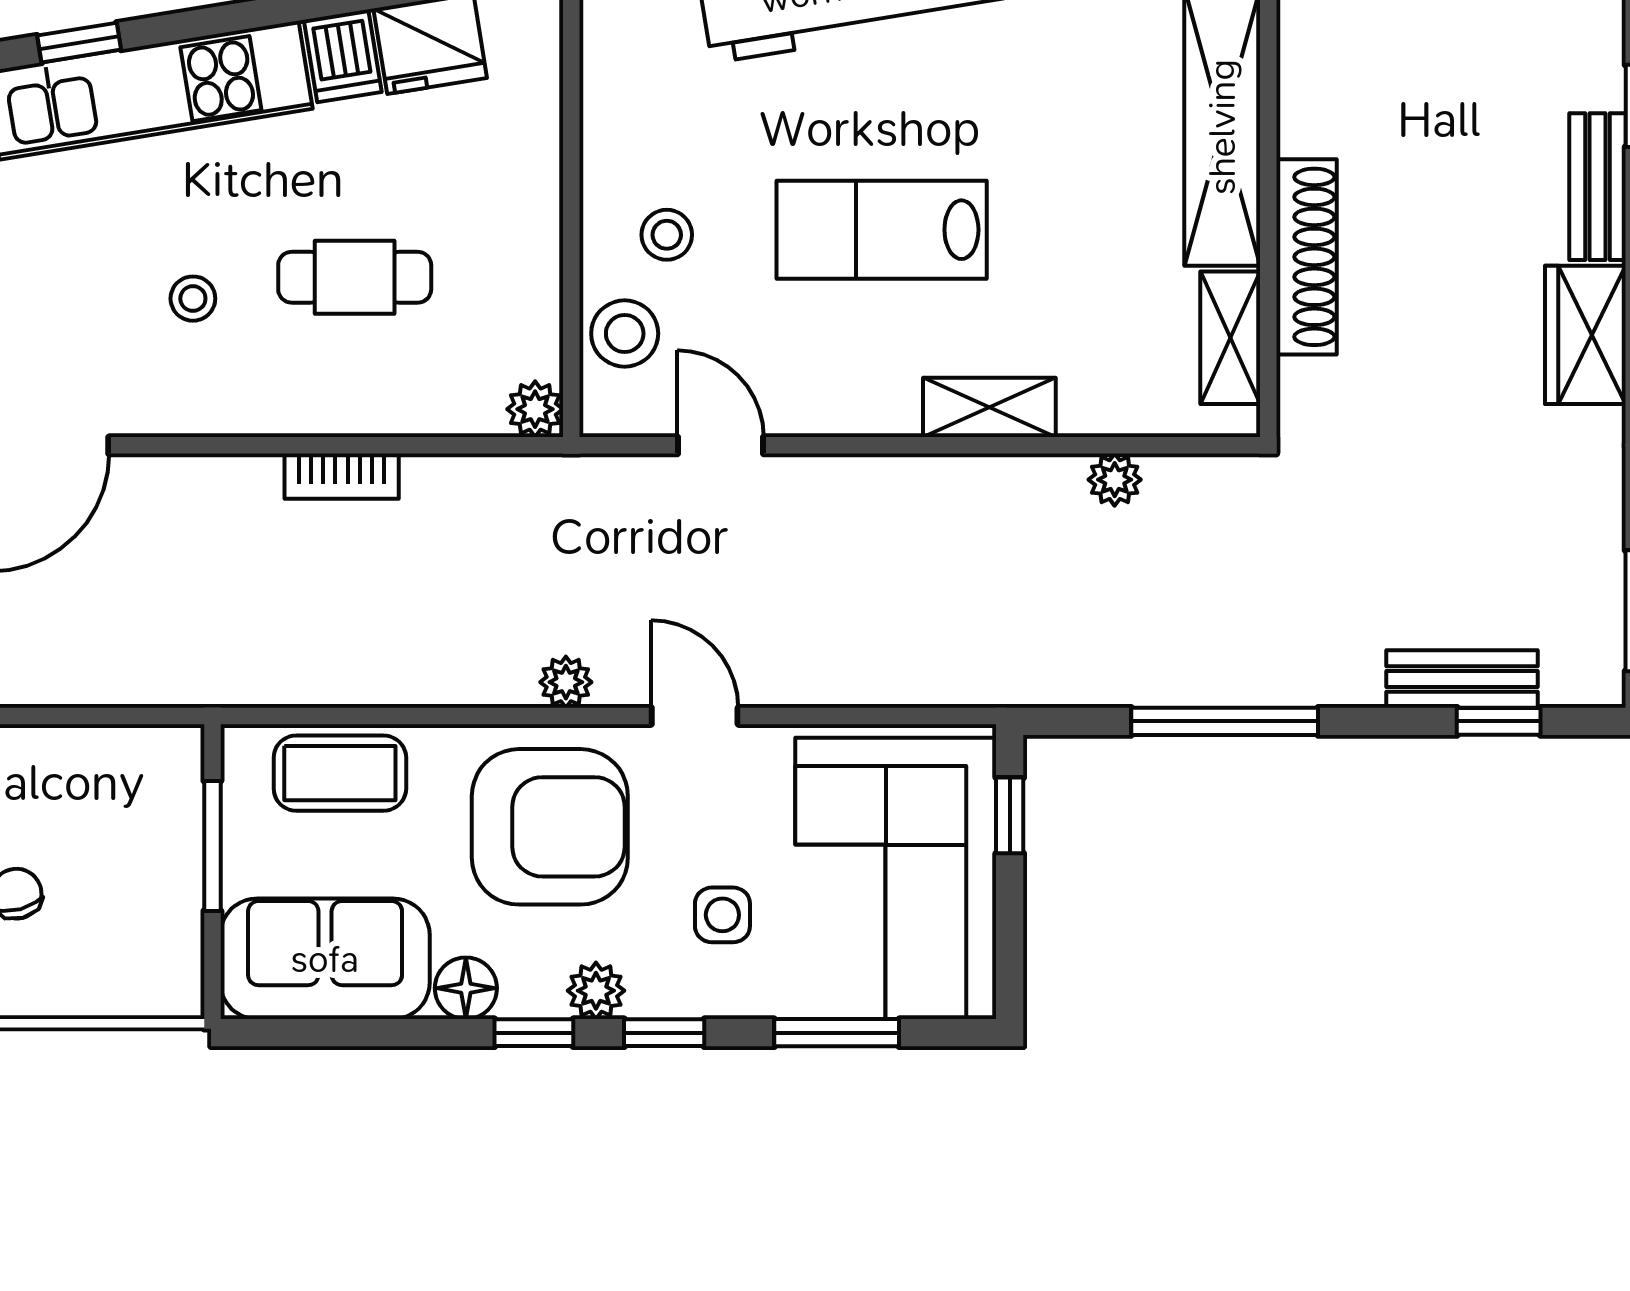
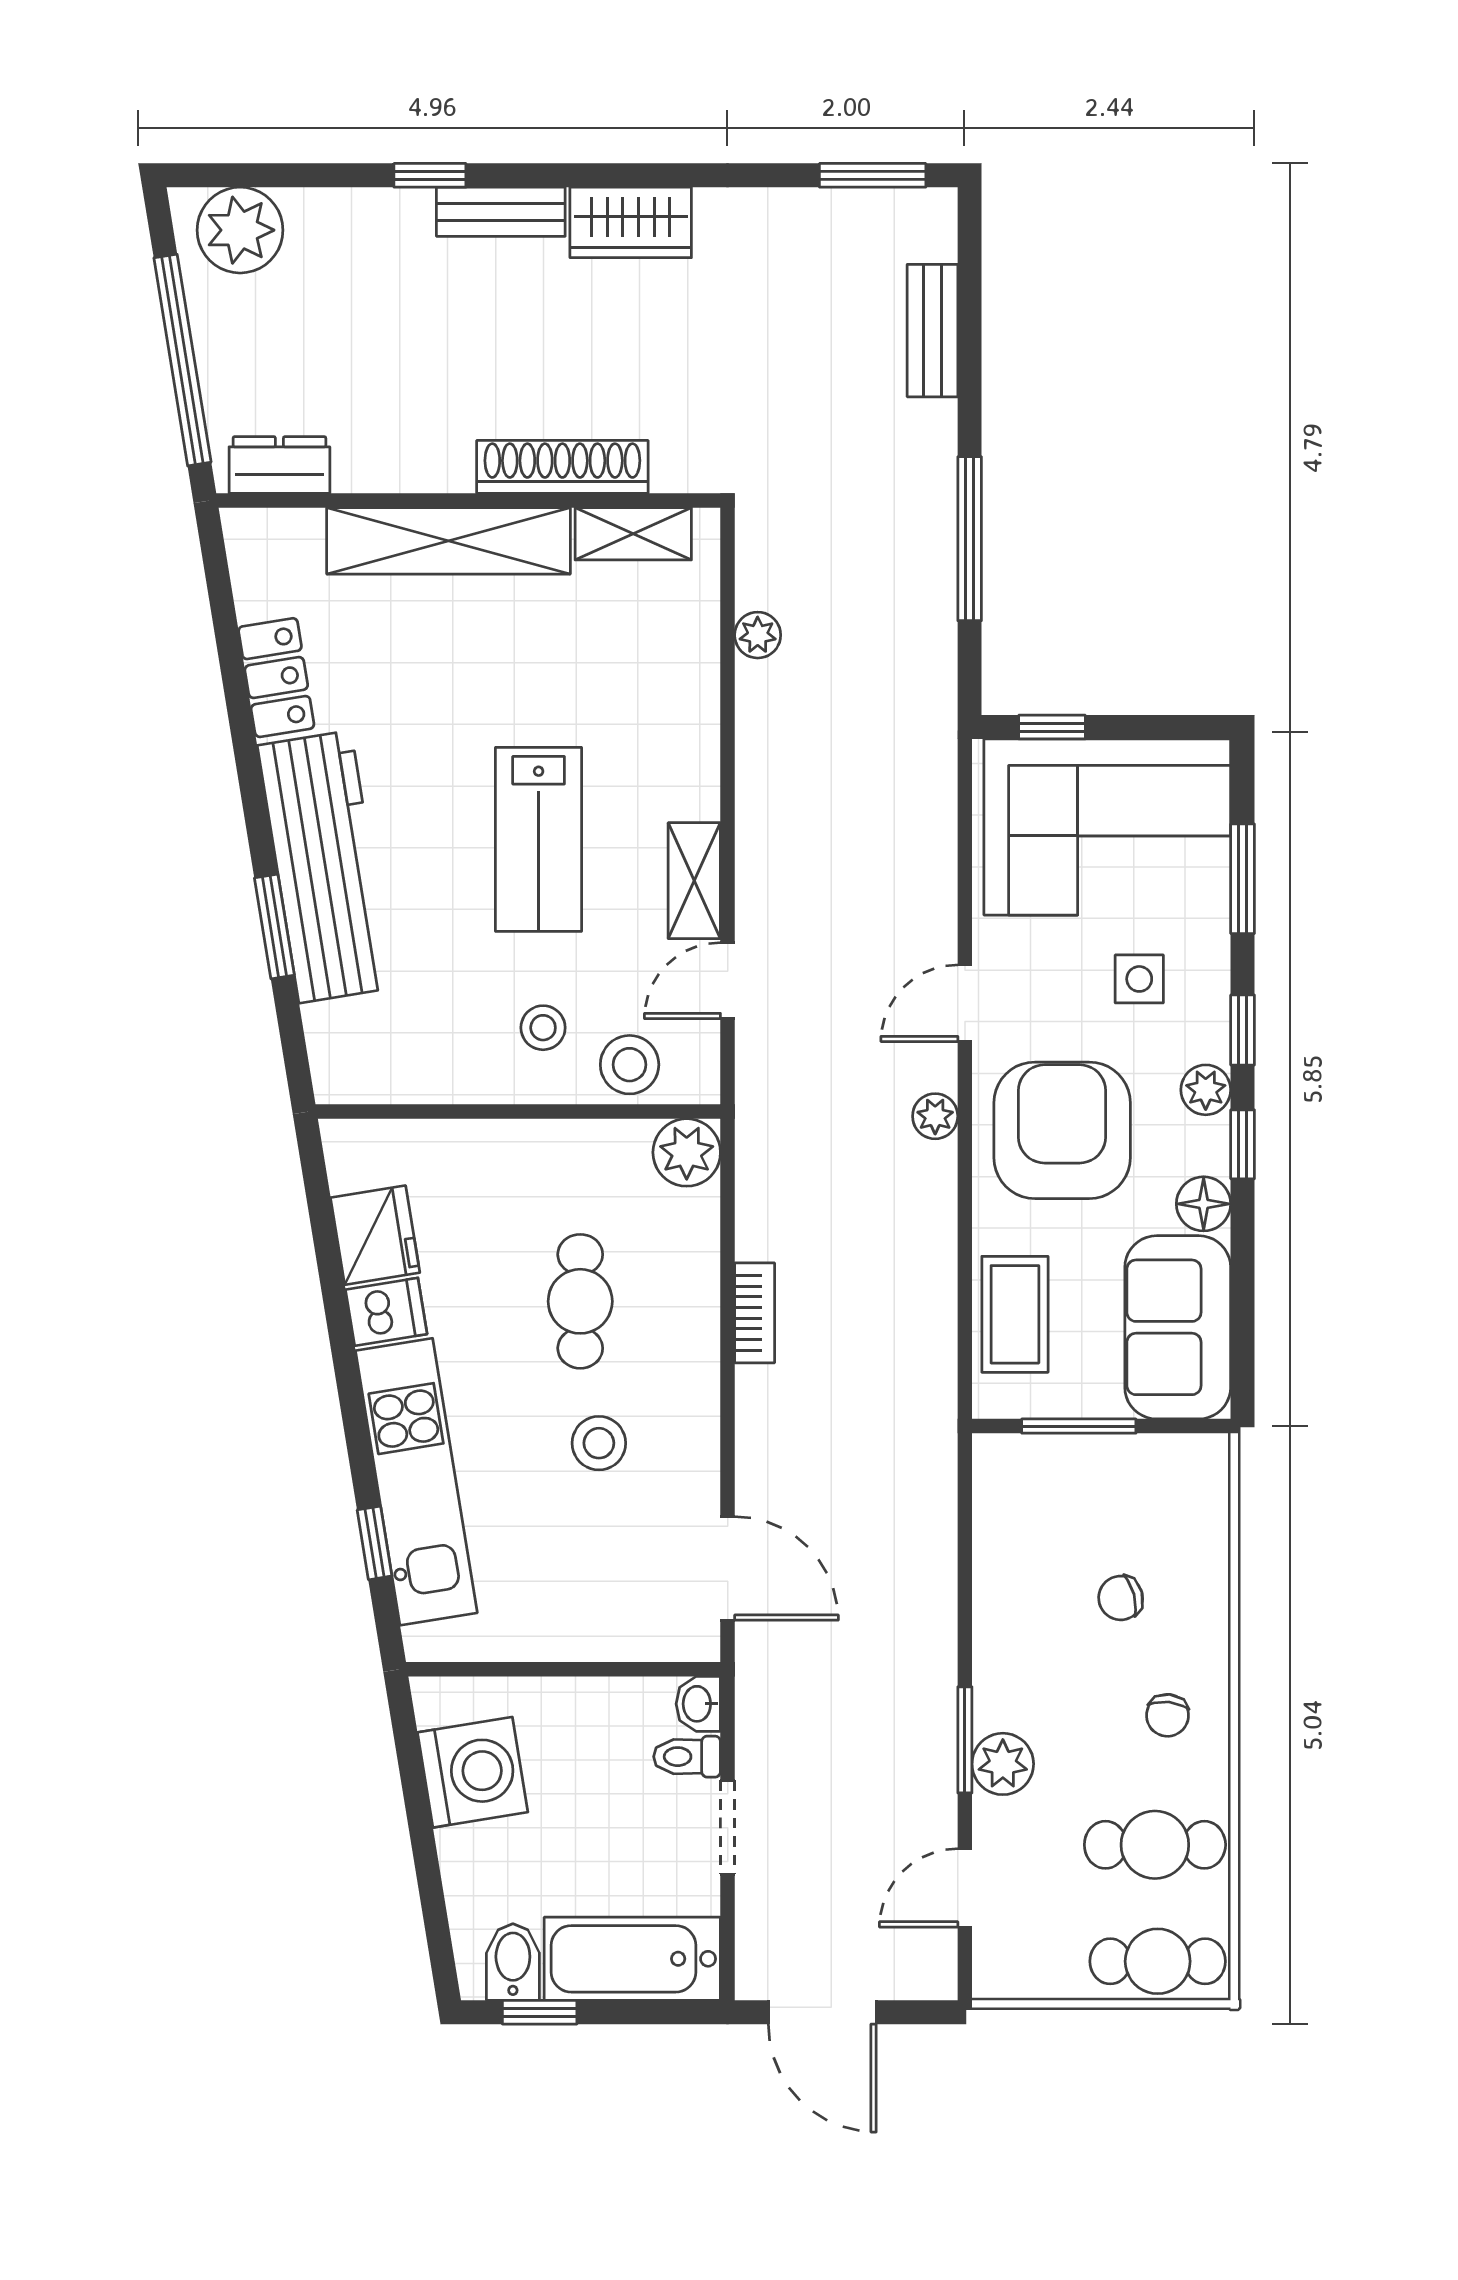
stool: (193, 299) -> (599, 1443), width x1.37, depth x1.37
shelving: (989, 407) -> (694, 881), moved
plant: (535, 409) -> (687, 1152), width x1.38, depth x1.38
window: (1499, 721) -> (970, 298), removed

